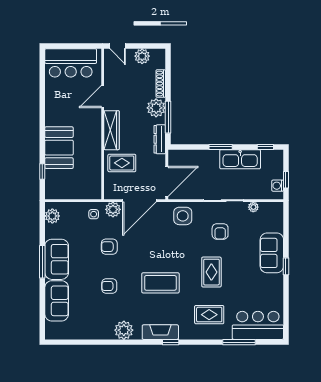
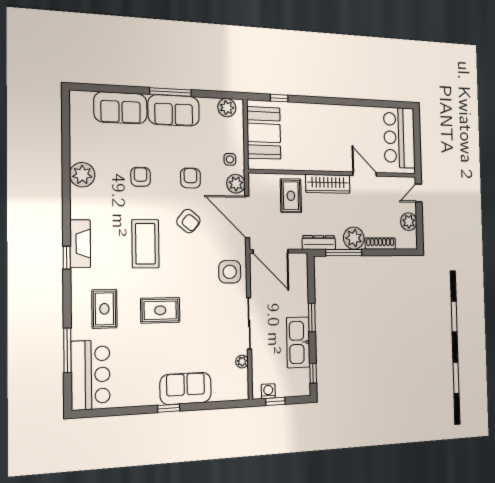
booth: (59, 148) -> (264, 133), moved, turned 90
armchair: (220, 231) -> (188, 221), moved, turned -140
plant: (124, 330) -> (82, 175), moved

